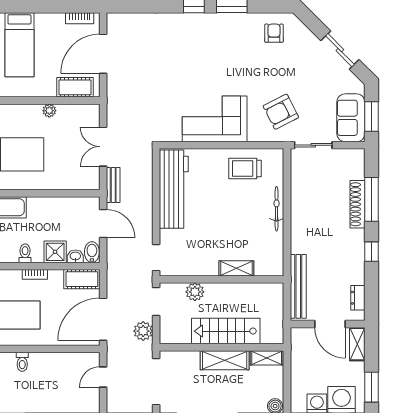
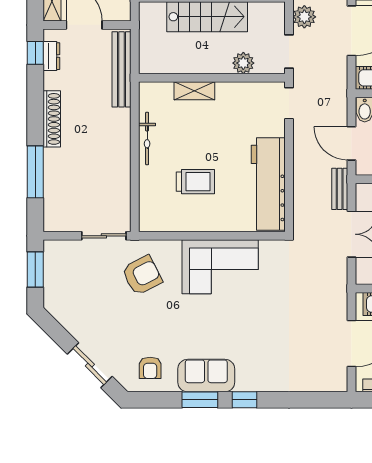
sliding door: (340, 50) -> (90, 365), moved
sofa: (351, 118) -> (206, 376), moved, turned -90
trolley: (245, 168) -> (195, 182), moved
shoe rack: (357, 204) -> (52, 119), moved
bicycle: (277, 209) -> (147, 138), moved
window: (371, 252) -> (35, 53), moved

